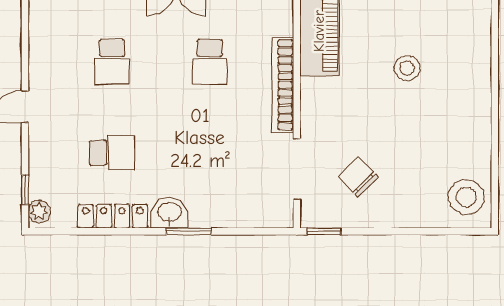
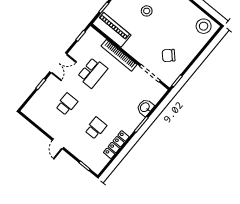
school desk: (112, 62) -> (67, 104), turned -90
school desk: (210, 62) -> (92, 73), width x1.85
plant: (39, 212) -> (95, 167), removed
washbasin: (169, 213) -> (145, 107), moved

